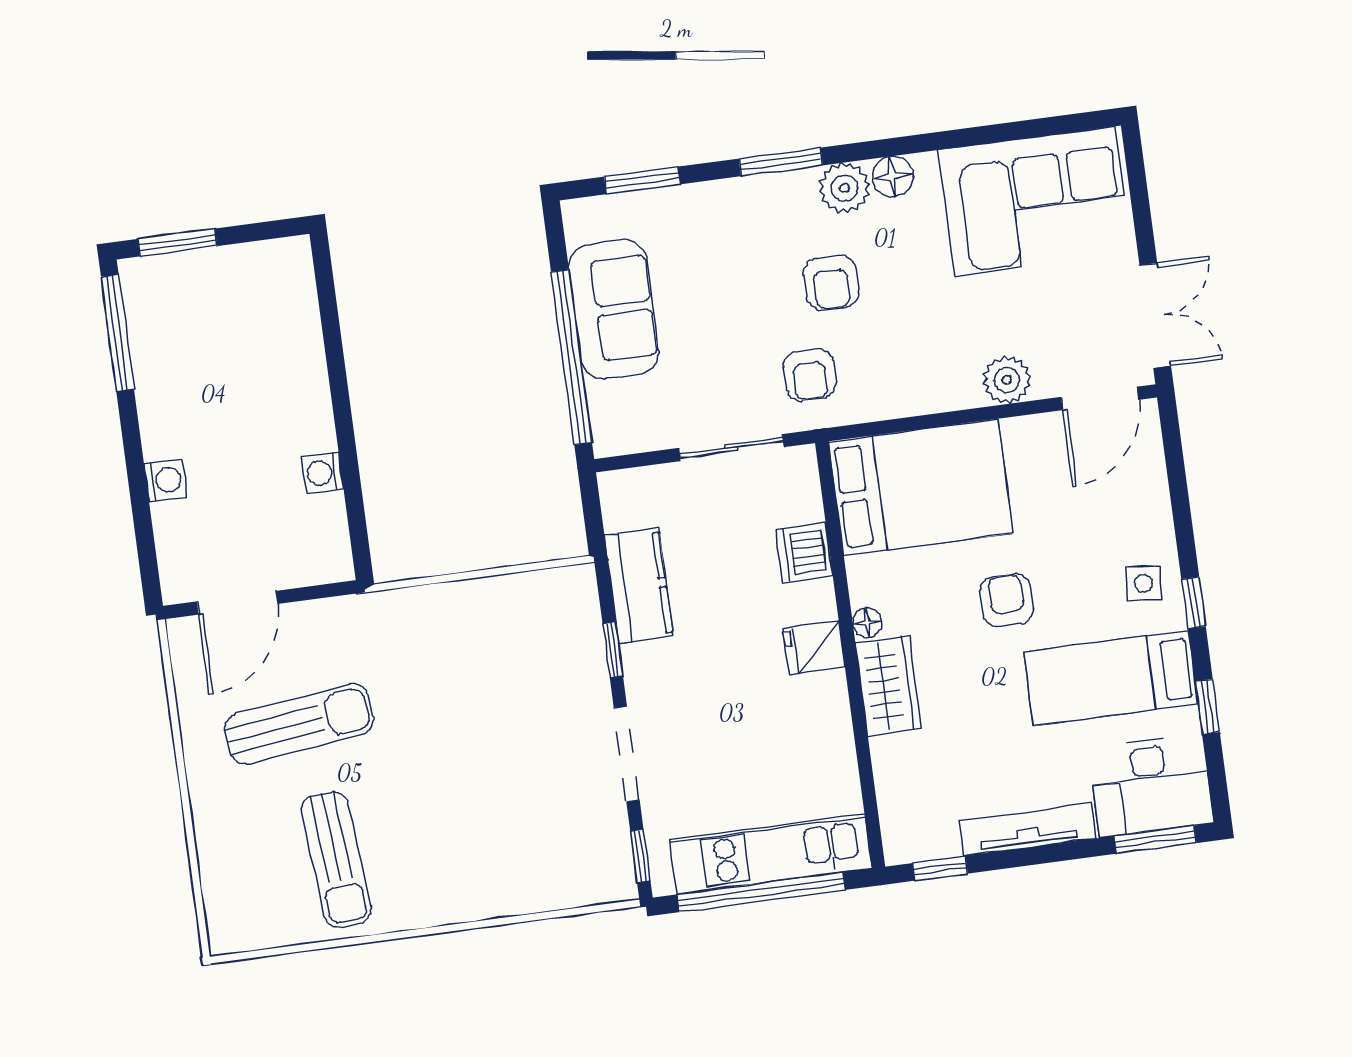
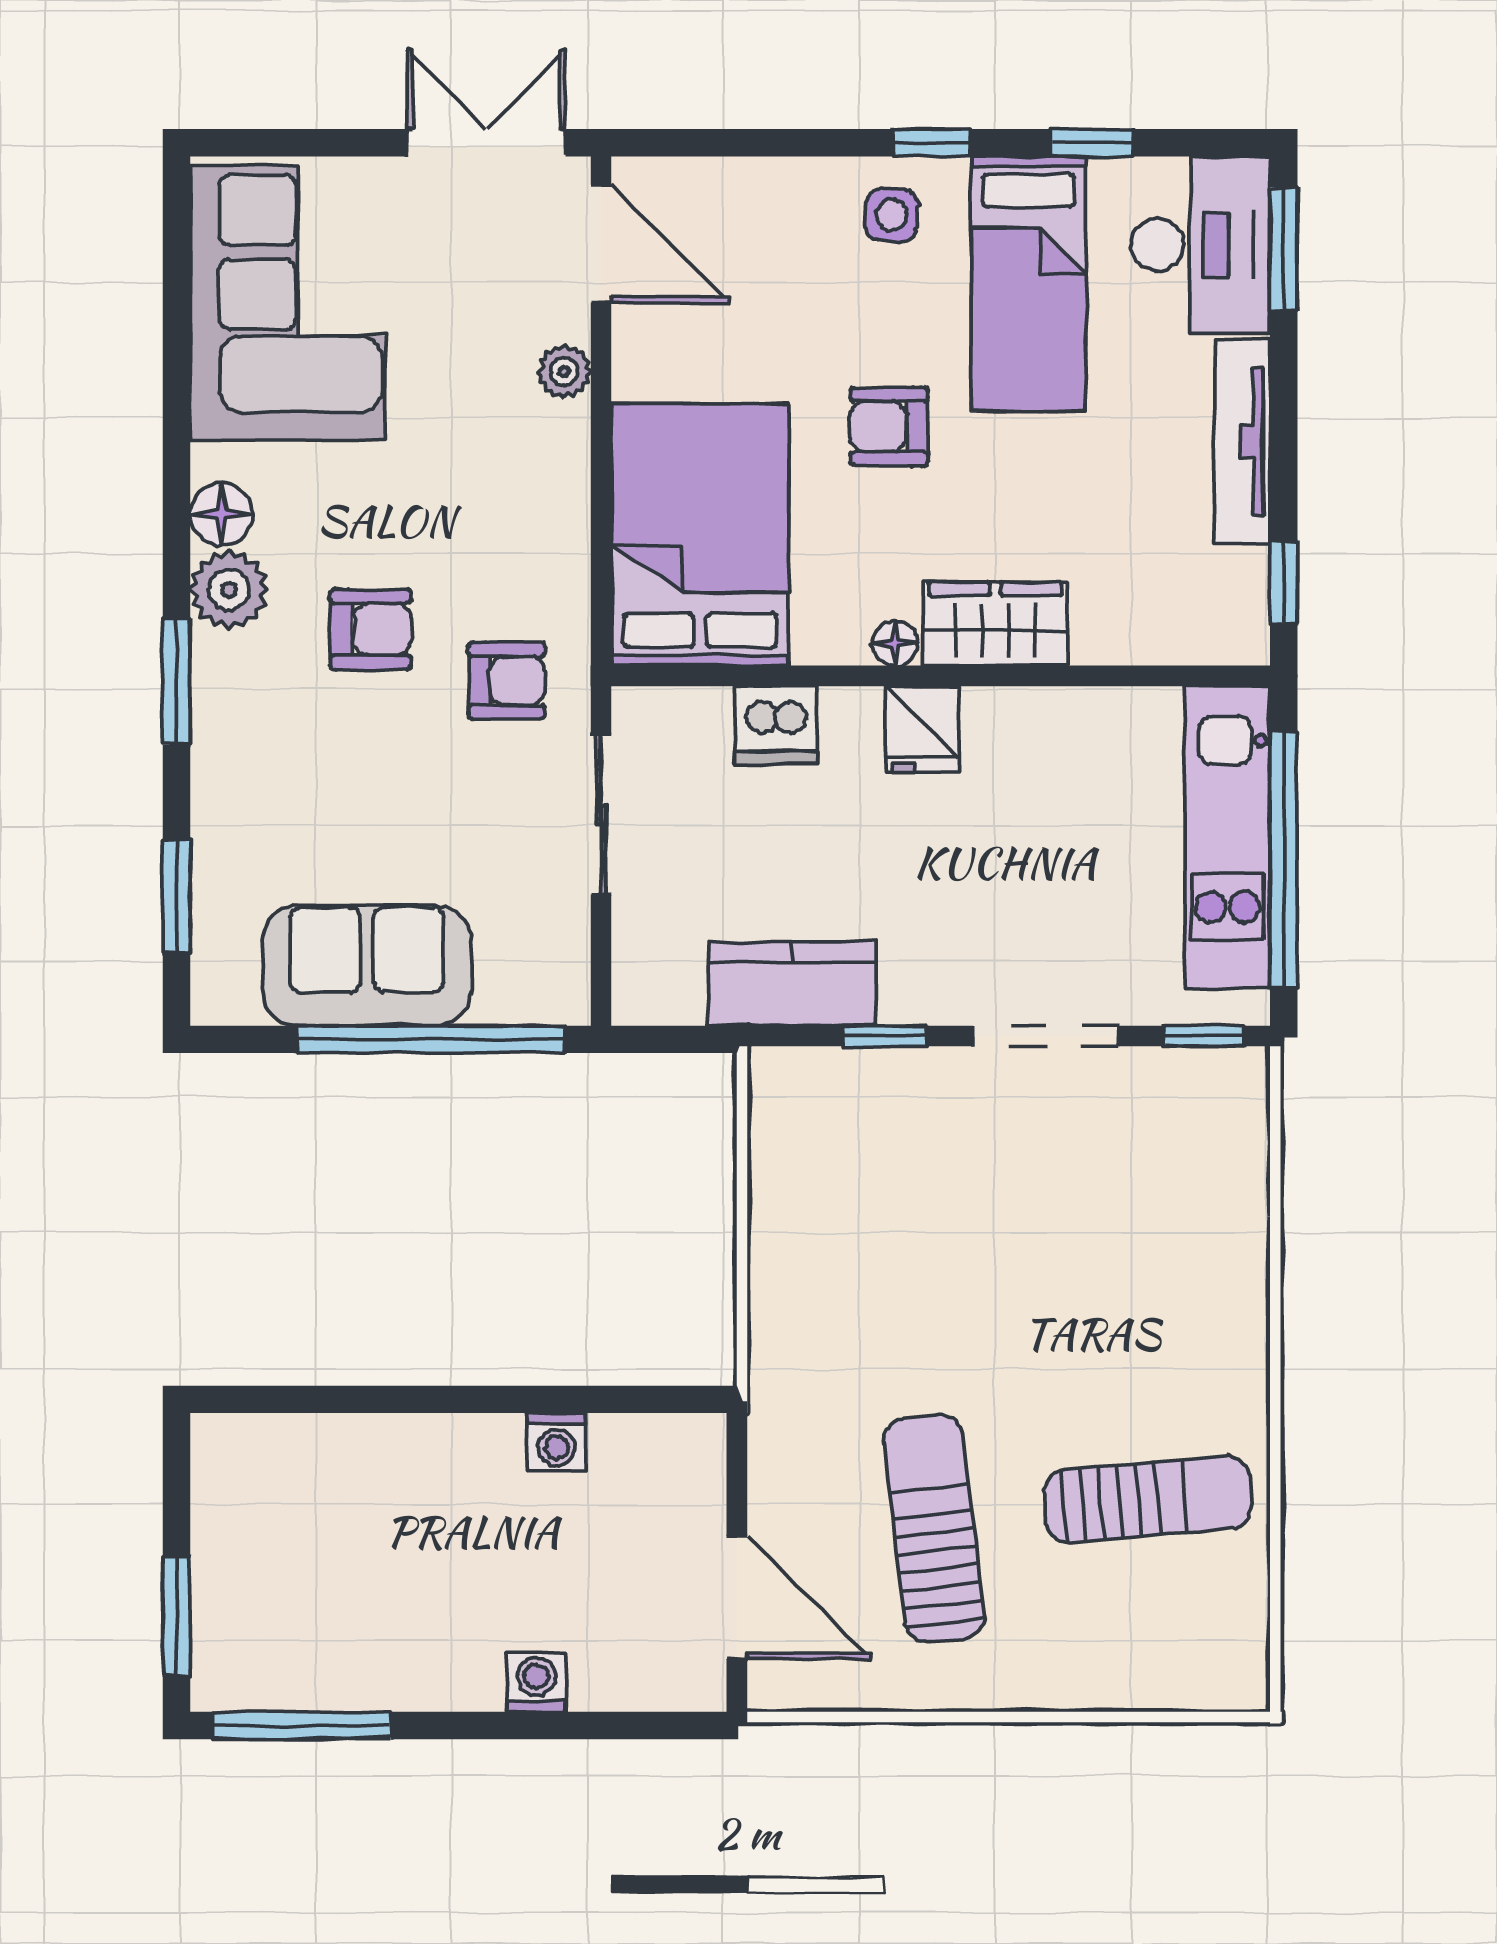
plant: (1007, 380) -> (564, 372), width x0.73, depth x0.73

